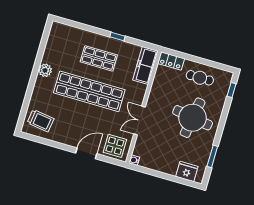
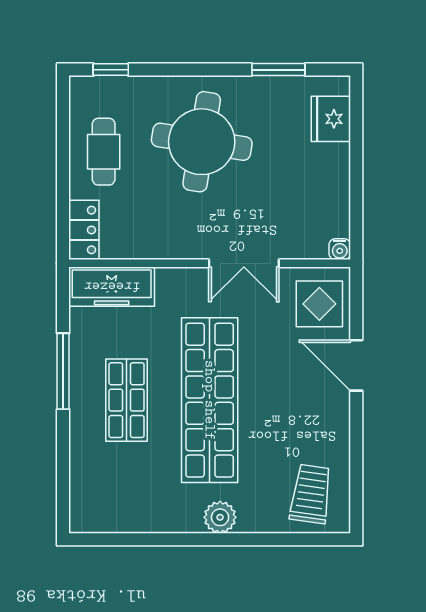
window: (117, 37) -> (63, 371), width x2.17
plant: (45, 70) -> (220, 517), moved

